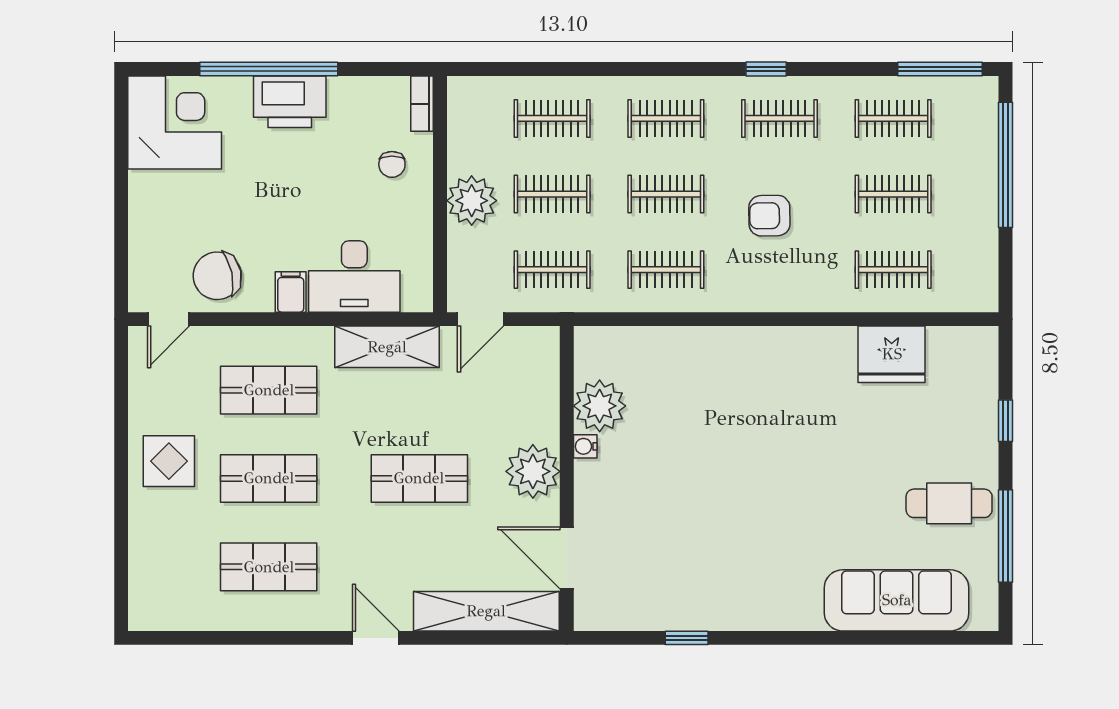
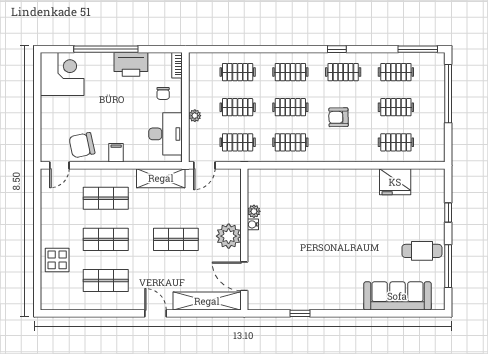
printer: (290, 102) -> (131, 64), moved
plant: (472, 201) -> (195, 116), width x0.53, depth x0.53
desk: (354, 276) -> (166, 134), moved, turned -90
plant: (600, 406) -> (254, 211), width x0.53, depth x0.53
display table: (169, 461) -> (57, 260), moved

